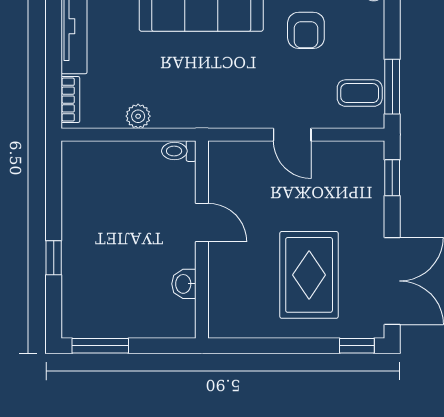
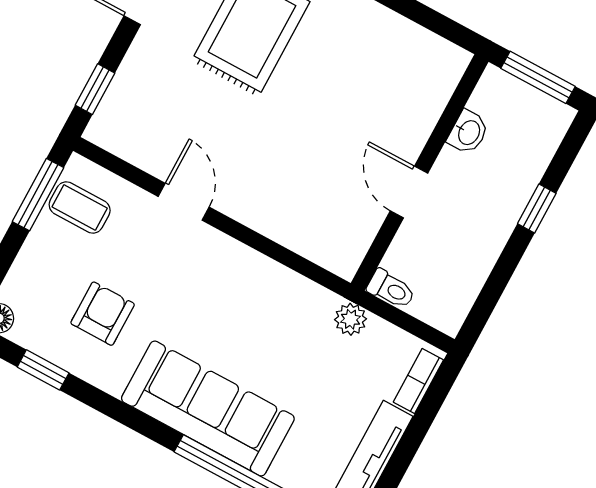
toilet: (179, 151) -> (391, 289), moved
door: (202, 222) -> (409, 192), moved
wall: (202, 239) -> (420, 172), moved
washbasin: (184, 284) -> (468, 132), moved

